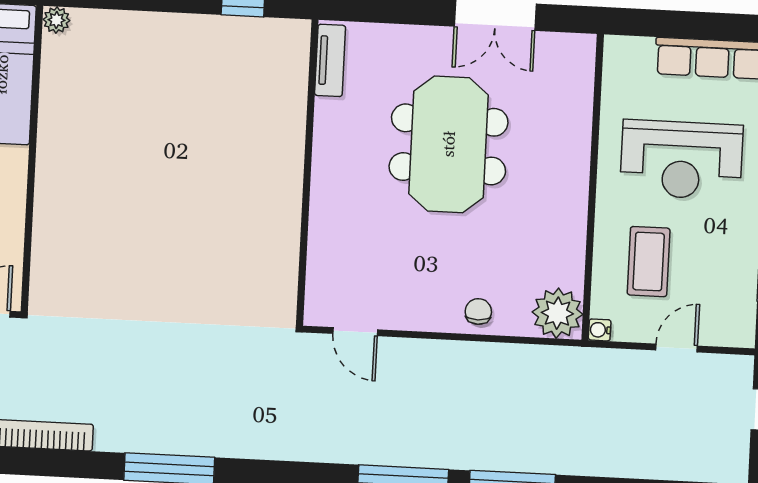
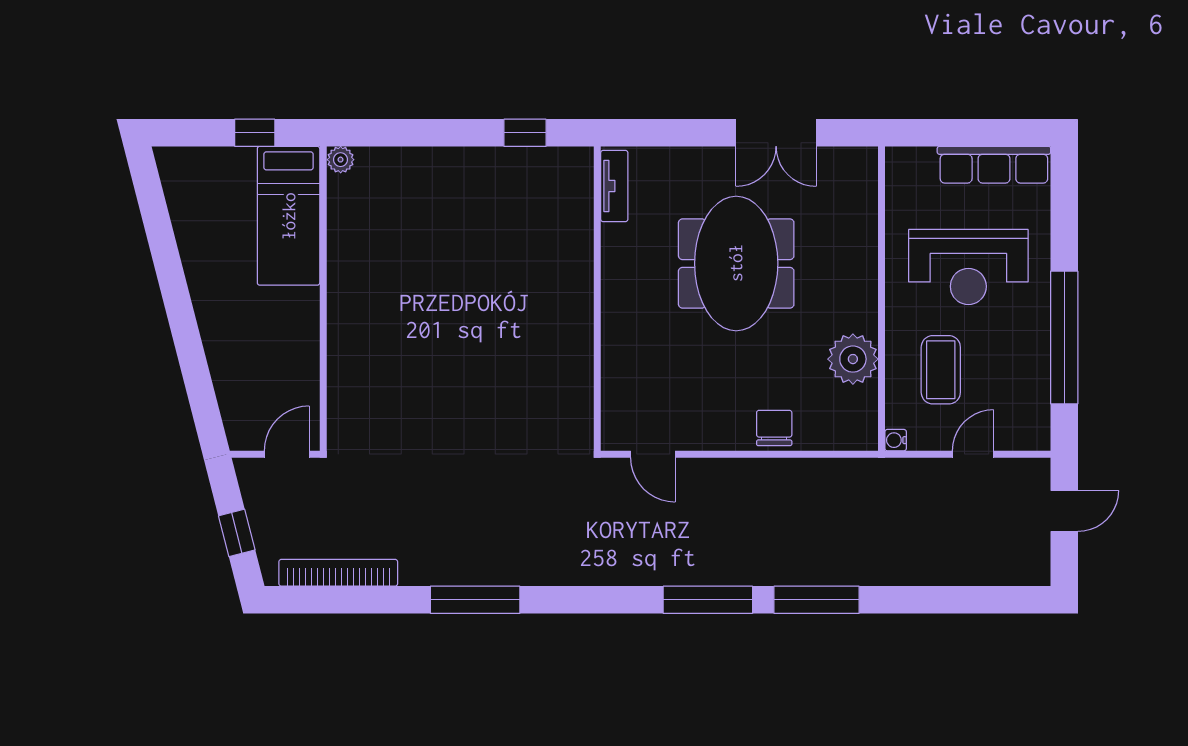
chair: (478, 311) -> (774, 428), width x1.37, depth x1.37
plant: (557, 313) -> (853, 359), moved

